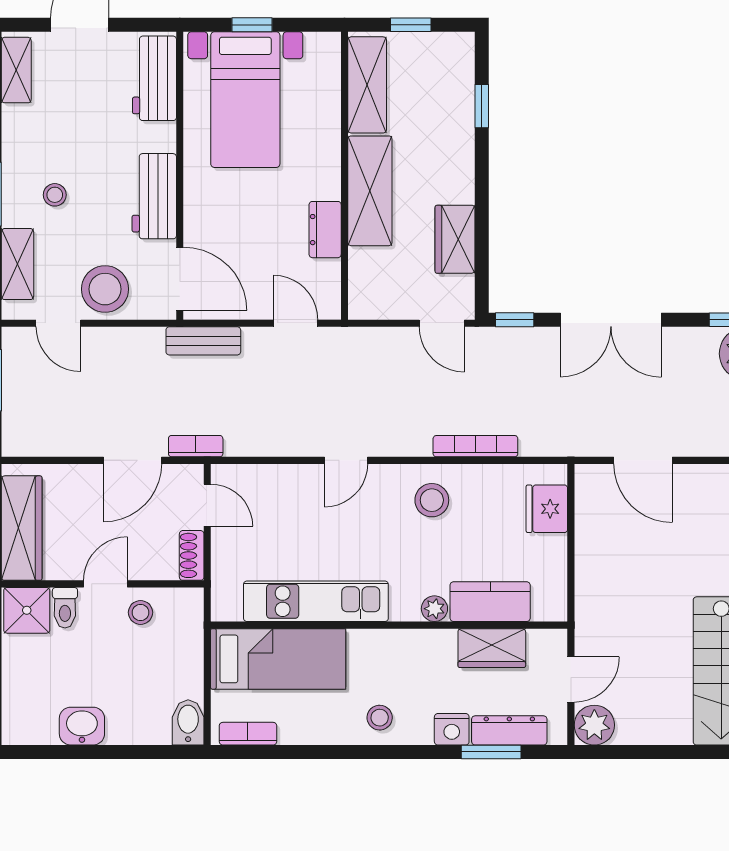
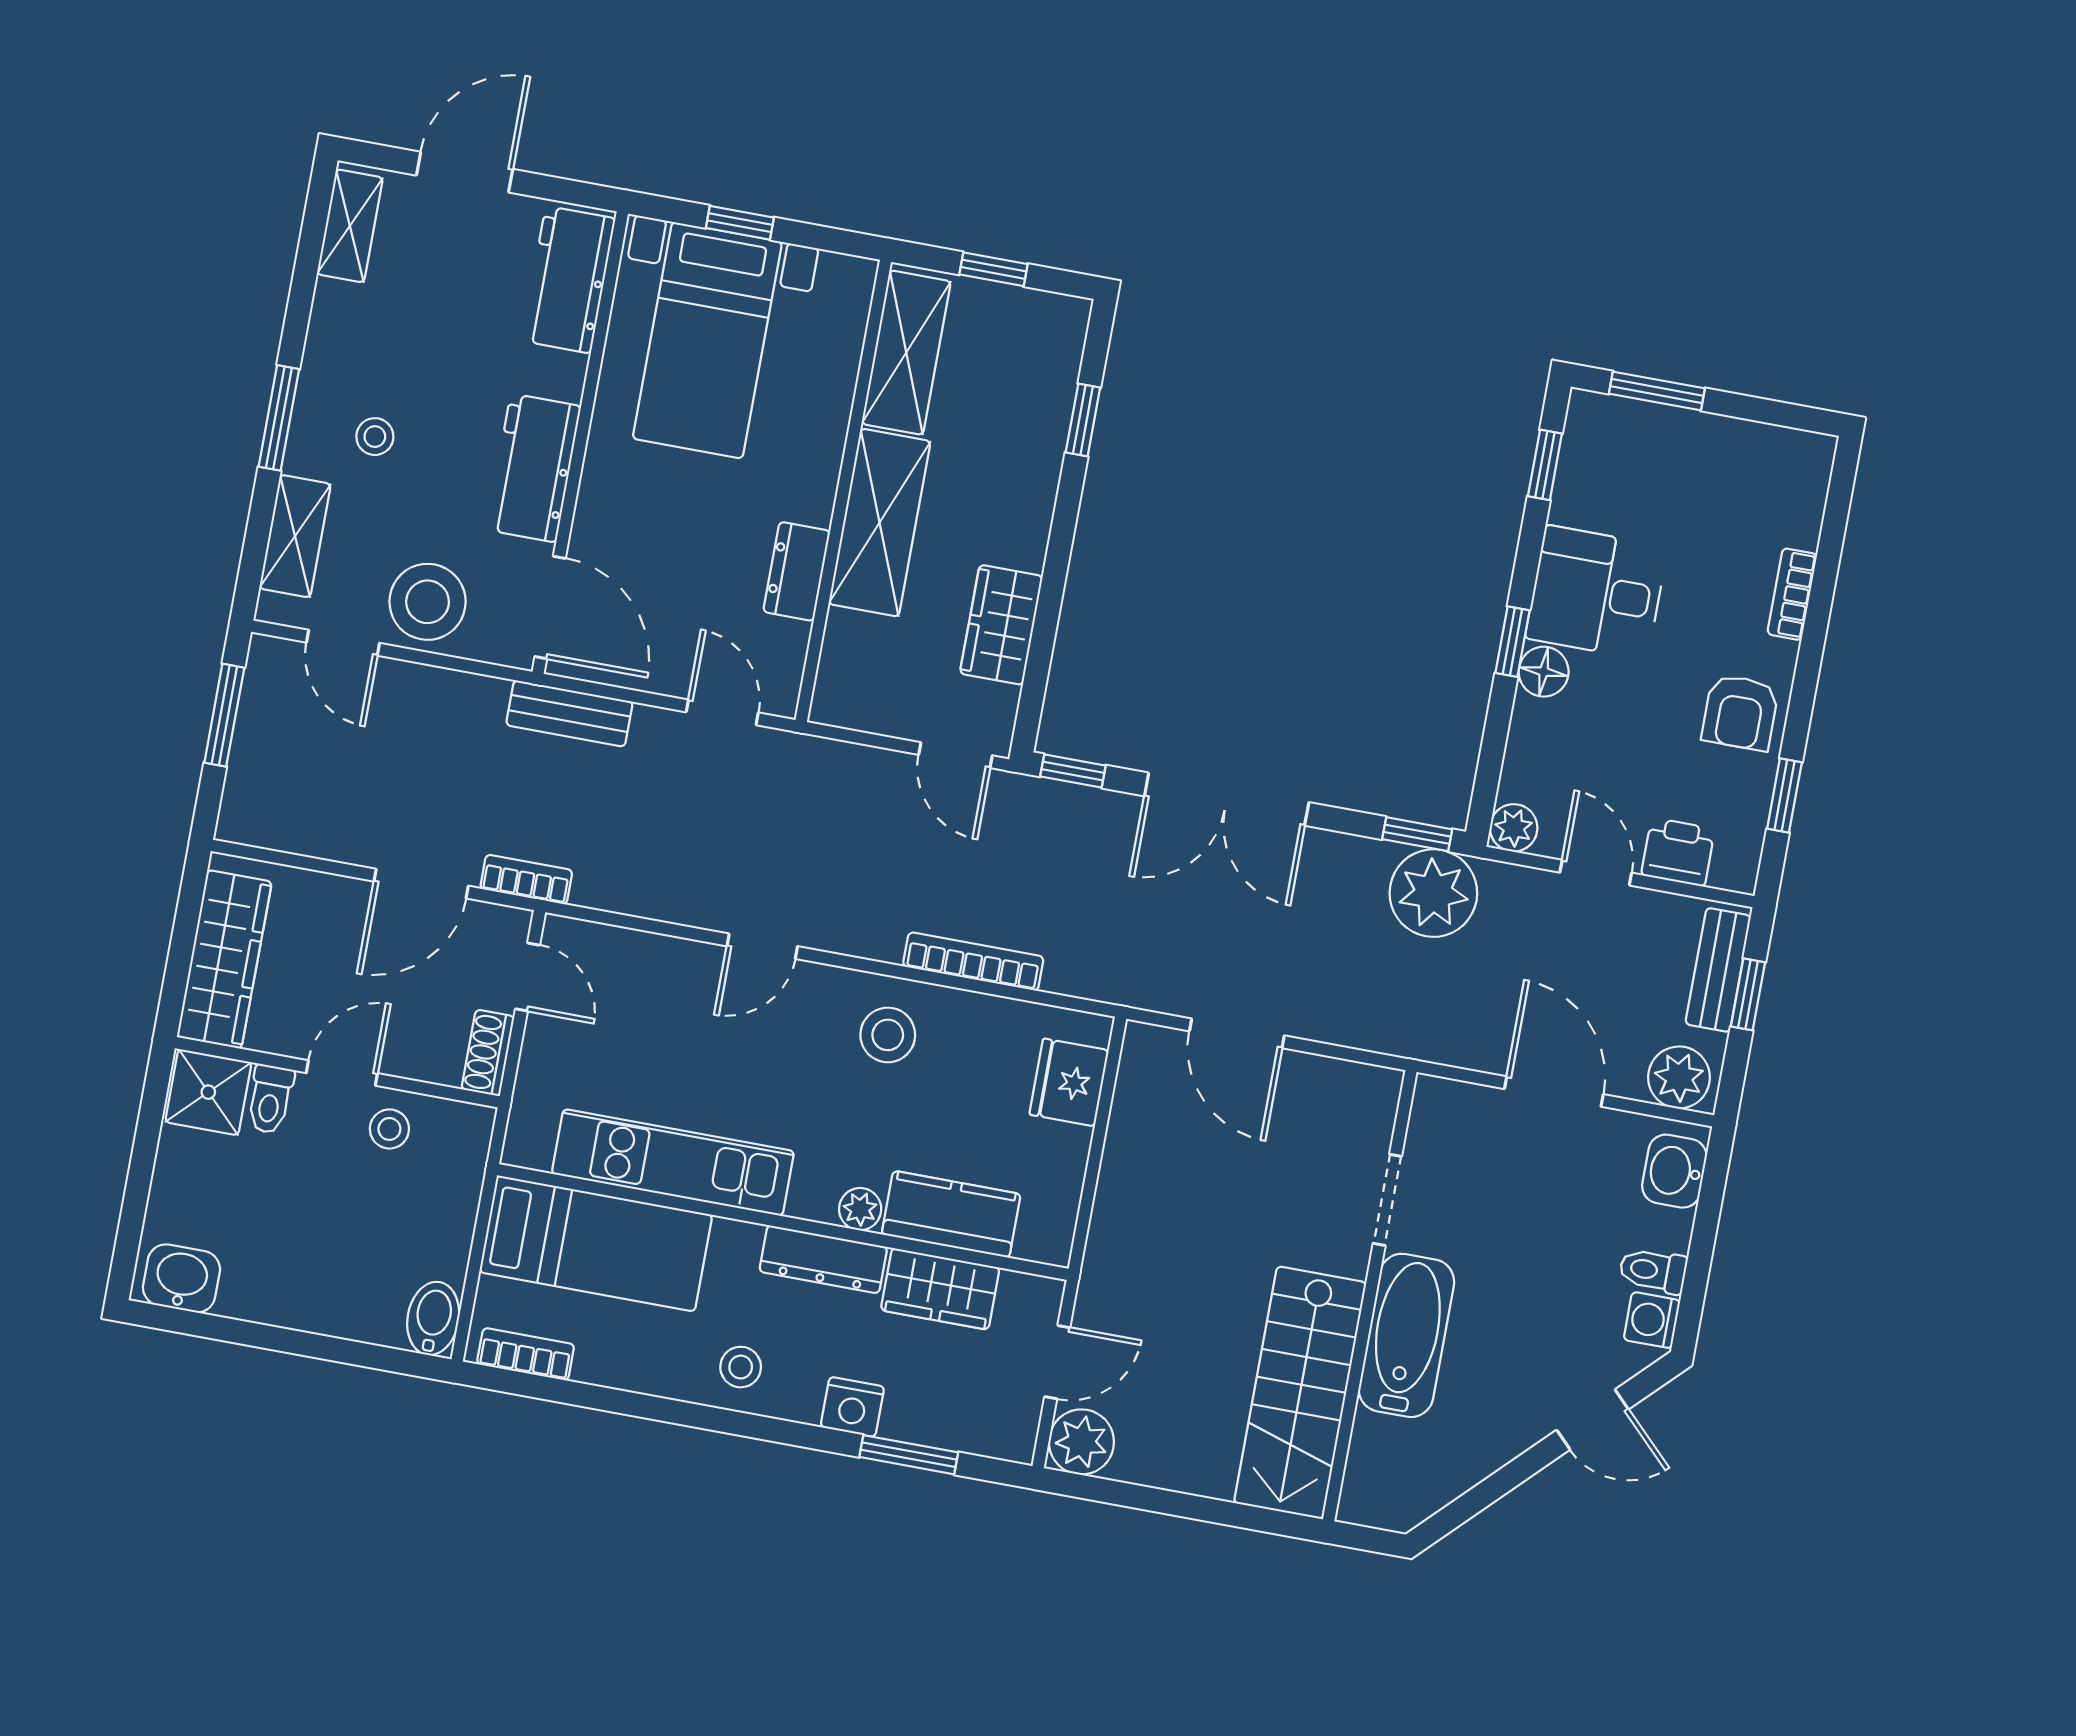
washbasin: (82, 726) -> (181, 1278), moved
dresser: (509, 730) -> (823, 1259), moved, turned 180

